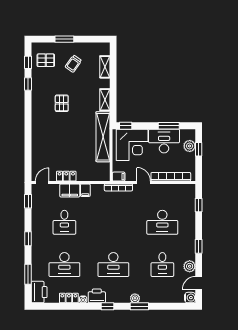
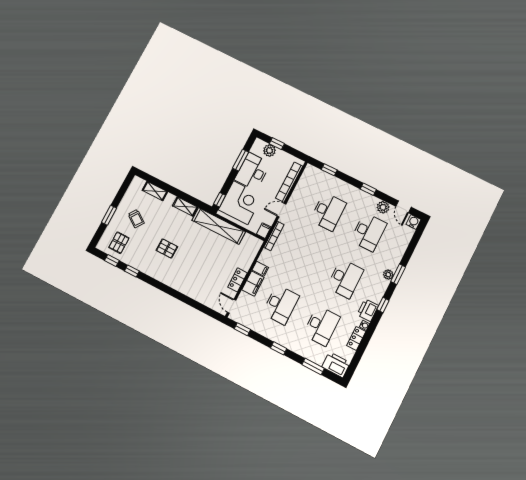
desk: (64, 222) -> (281, 305), width x1.37
desk: (162, 265) -> (369, 232), width x1.37

